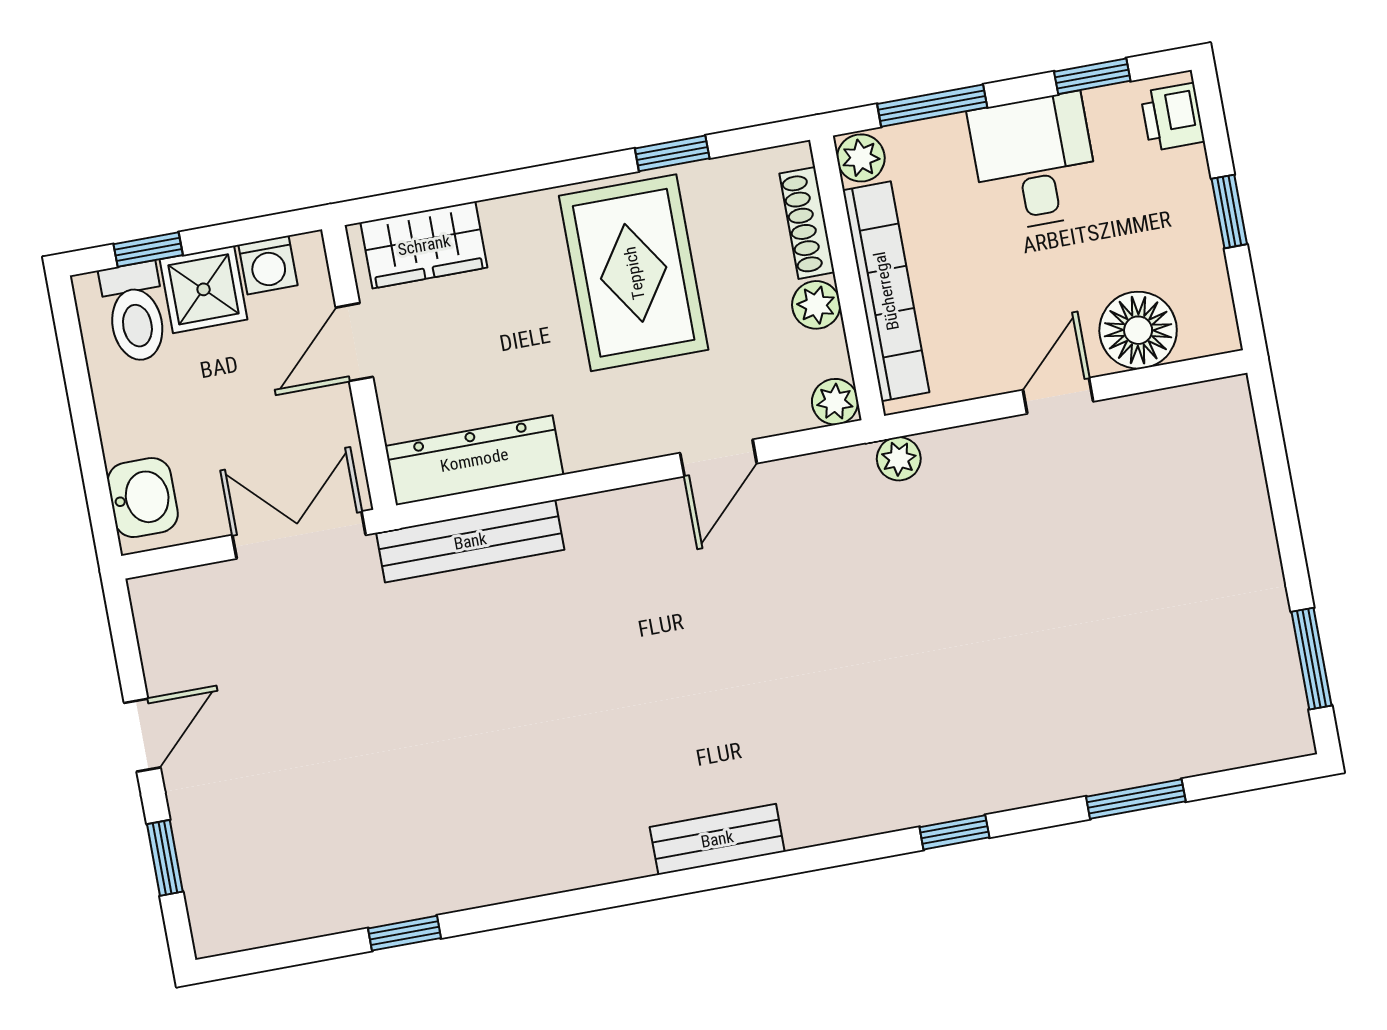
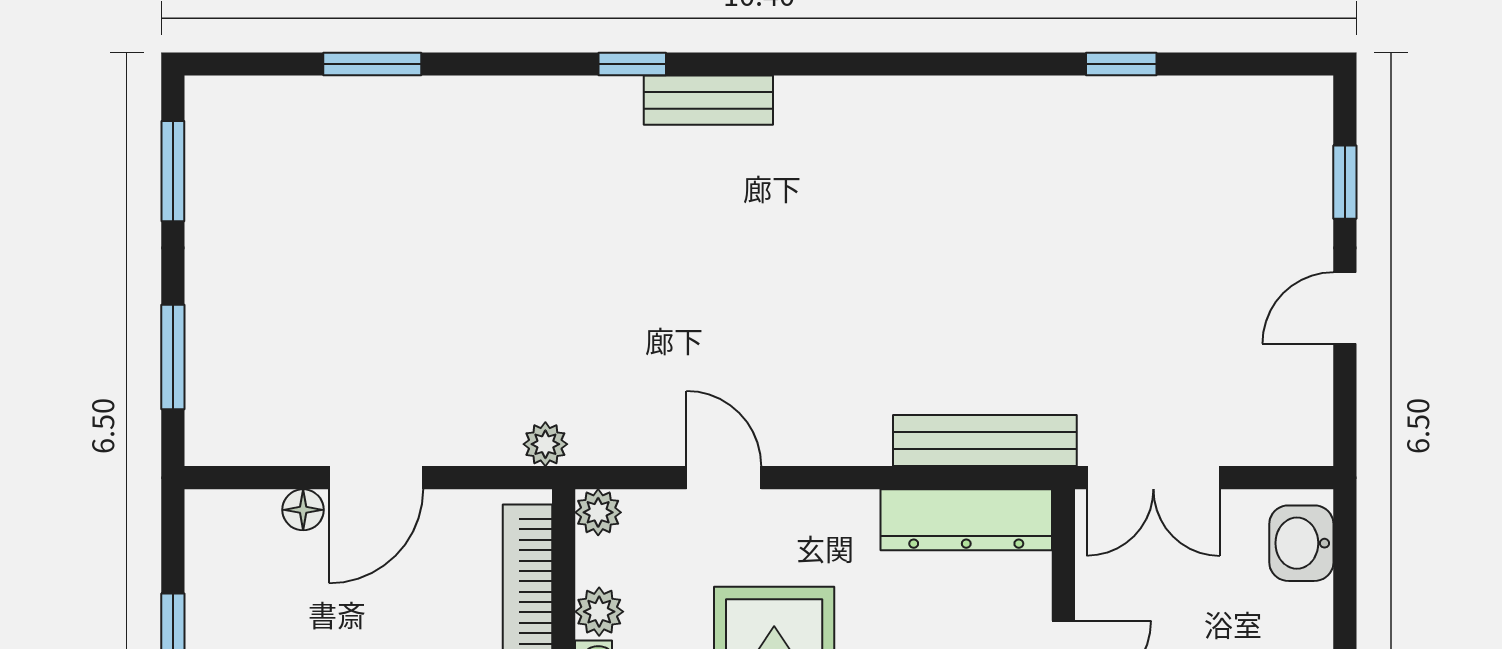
floor lamp: (1138, 330) -> (303, 510), width x0.53, depth x0.53
door: (1058, 396) -> (376, 478), width x1.37
door: (718, 458) -> (724, 478), hinge flipped
window: (1278, 477) -> (173, 357), added
window: (954, 832) -> (632, 64), moved
bench: (717, 839) -> (708, 100), moved

